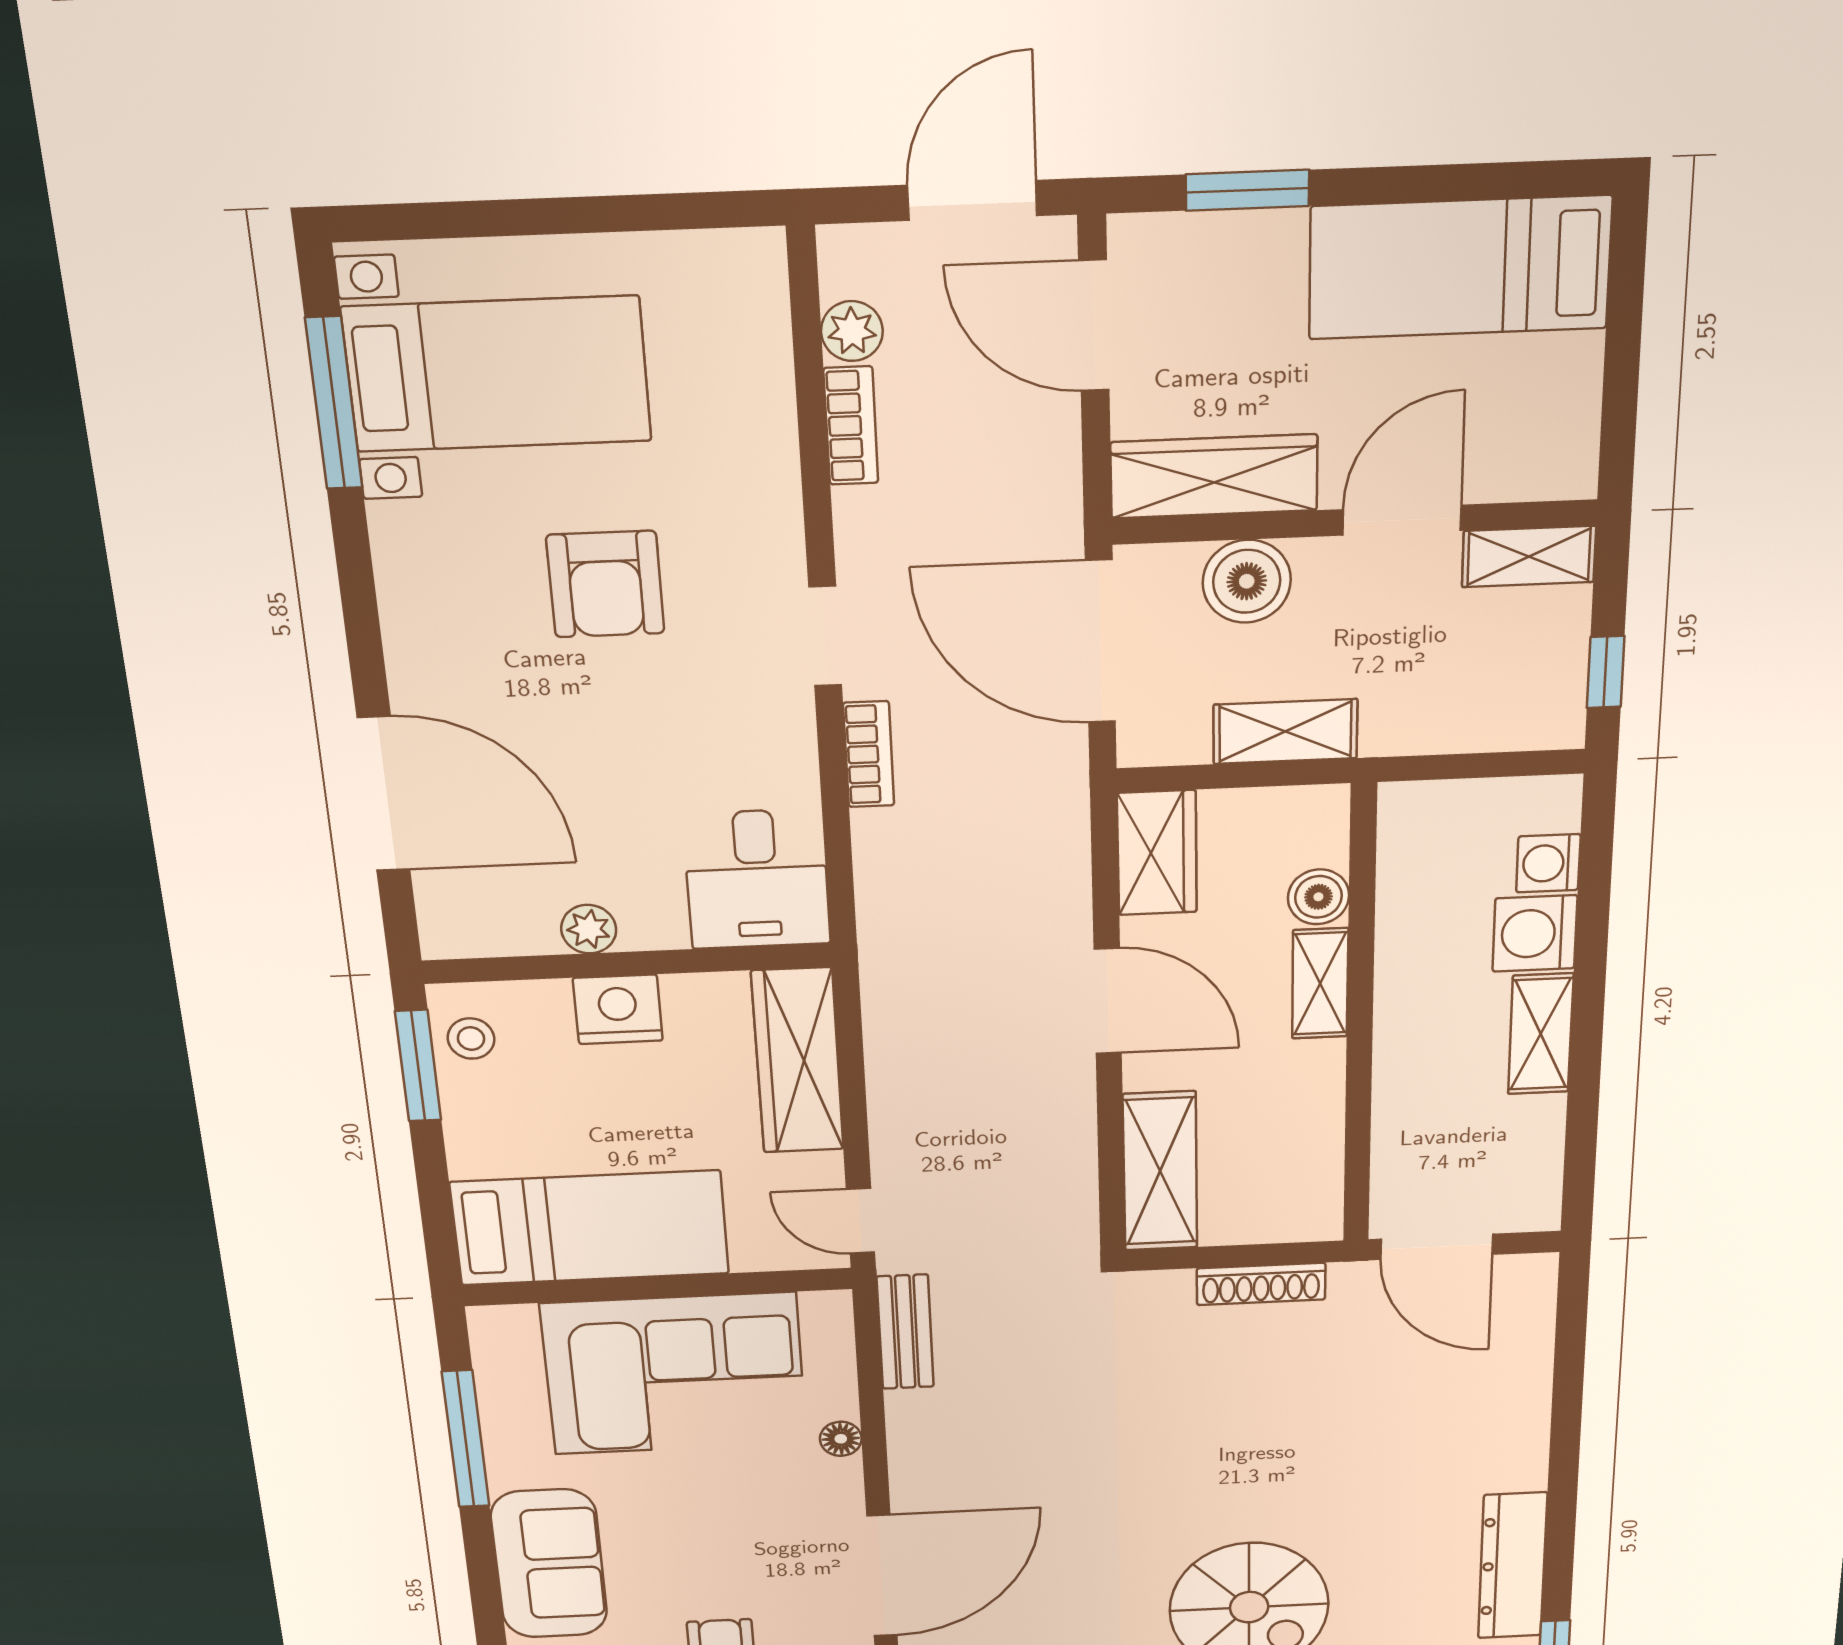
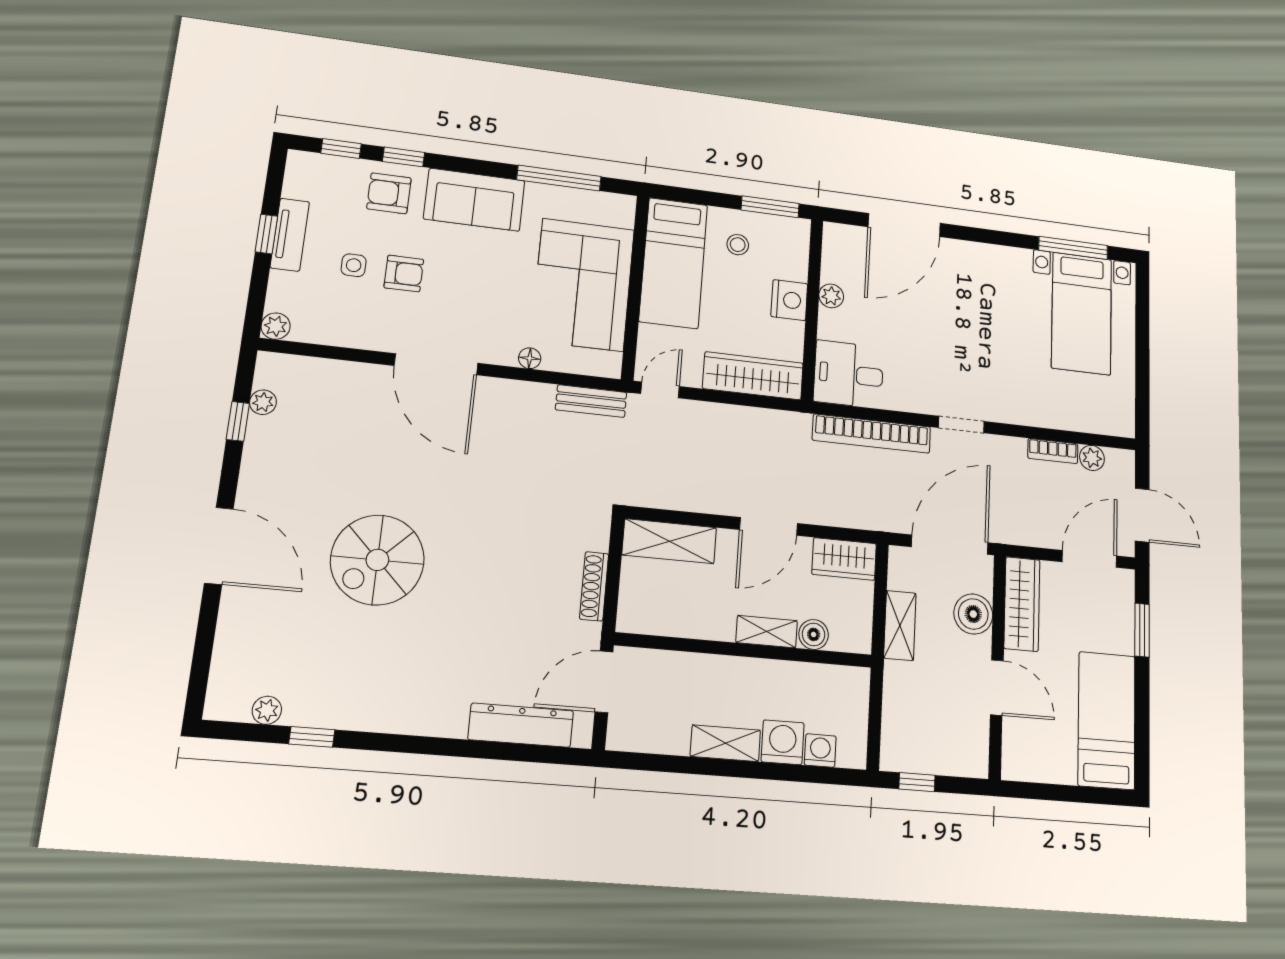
shelving: (1529, 557) -> (976, 746), removed
armchair: (605, 584) -> (991, 337), removed
bookcase: (869, 754) -> (872, 434), width x2.31, depth x1.31
stool: (471, 1038) -> (738, 245), moved
dresser: (1513, 1566) -> (521, 725), moved

